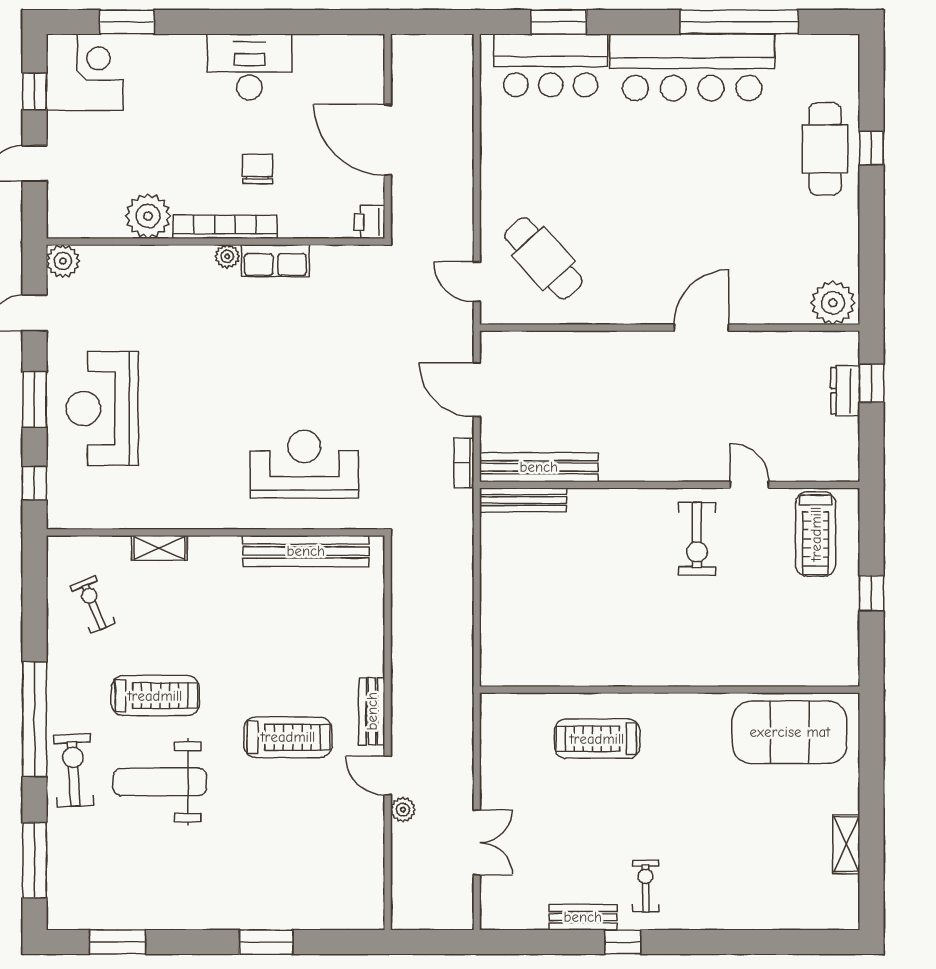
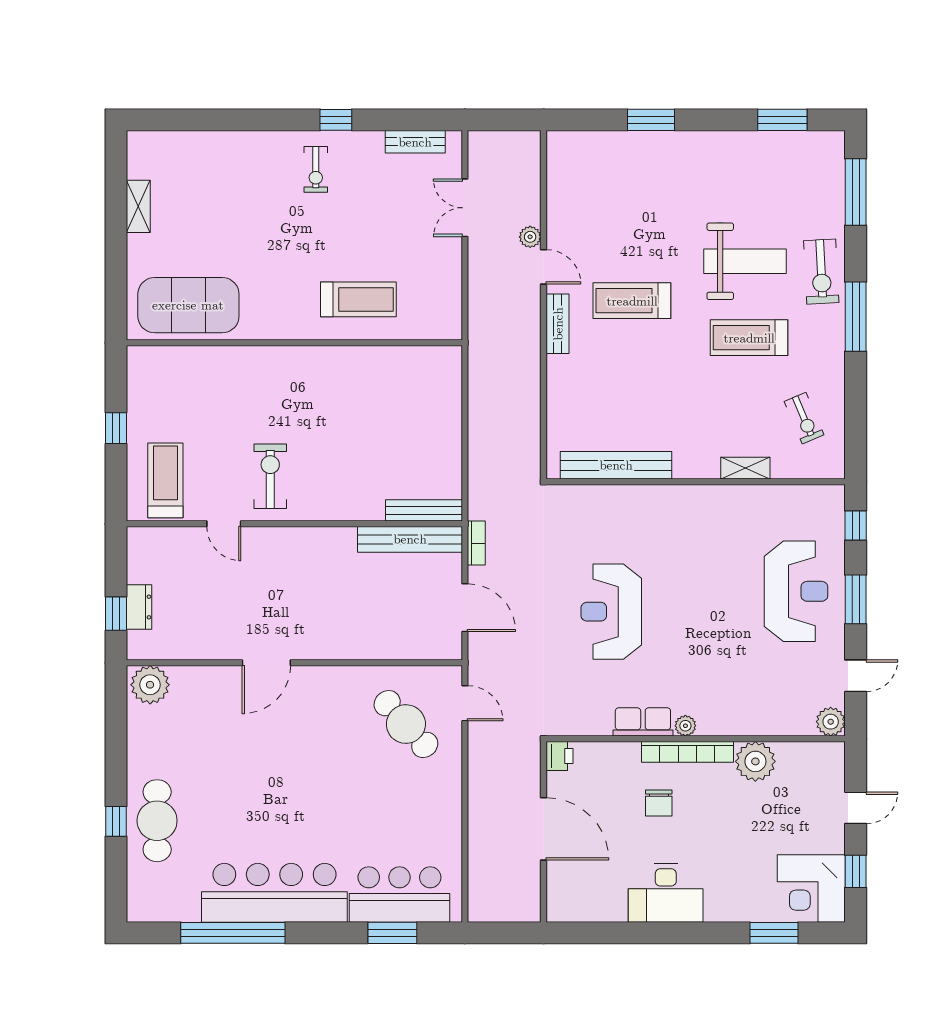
reception desk: (304, 464) -> (611, 612), moved, turned 90
window: (35, 719) -> (856, 317), width x0.68
bench: (583, 917) -> (415, 142), moved

